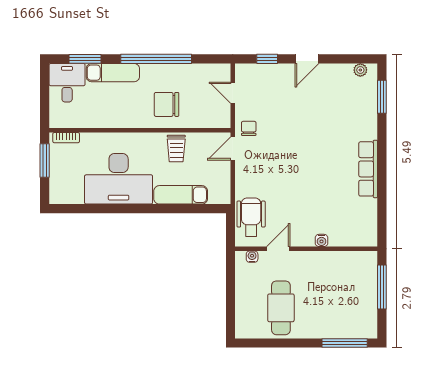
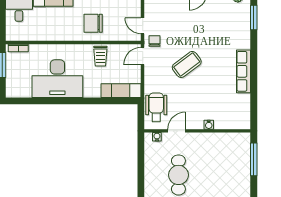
door: (233, 93) -> (143, 26), moved
coffee table: (292, 160) -> (187, 64), added
exam couch: (181, 195) -> (121, 91), moved

